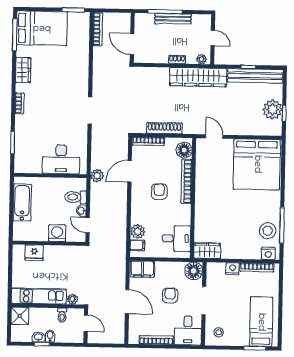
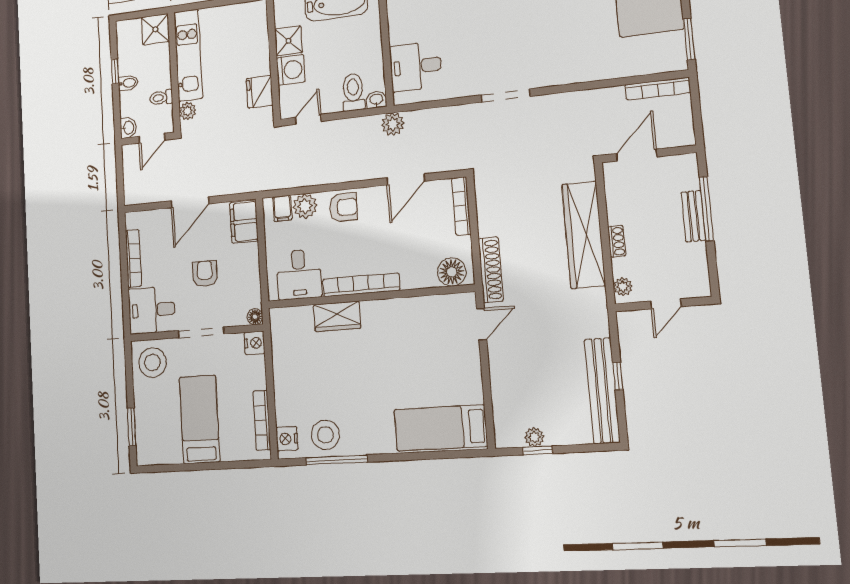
bench: (173, 19) -> (693, 216), width x0.73
wardrobe: (198, 77) -> (584, 235), moved
plant: (272, 110) -> (534, 437), width x0.53, depth x0.53
shoe rack: (164, 128) -> (491, 270), moved
desk: (61, 159) -> (416, 66), width x0.73
bed: (257, 164) -> (441, 428), width x0.49
door: (130, 171) -> (406, 180), swing flipped
bookcase: (186, 181) -> (361, 285), moved
armchair: (159, 192) -> (344, 207), moved
washbasin: (81, 211) -> (376, 100), moved
shower: (40, 233) -> (288, 41), added
wardrobe: (207, 251) -> (337, 316), moved, turned 90
fridge: (34, 253) -> (260, 92), moved
nightstand: (233, 269) -> (254, 343), moved
floor lamp: (194, 271) -> (255, 317), width x0.53, depth x0.53
armchair: (170, 296) -> (205, 274), turned -90
bed: (261, 322) -> (199, 419), moved, turned -90
stool: (219, 332) -> (152, 363), width x1.89, depth x1.89
washbasin: (38, 337) -> (128, 128), moved

